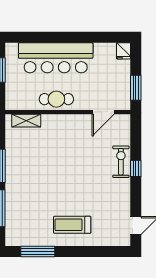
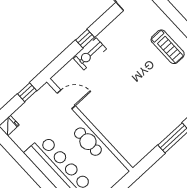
window: (136, 88) -> (27, 92), width x0.67
shelving: (26, 121) -> (123, 149), removed

